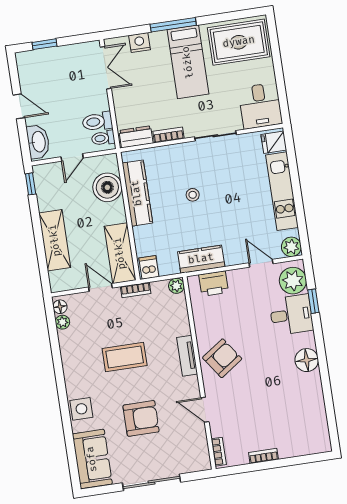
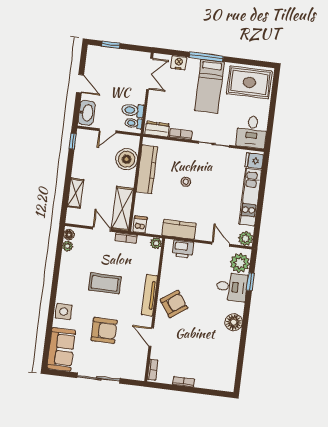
shelving: (55, 240) -> (76, 193), width x0.67, depth x0.75
tv unit: (187, 356) -> (150, 295), width x1.41

